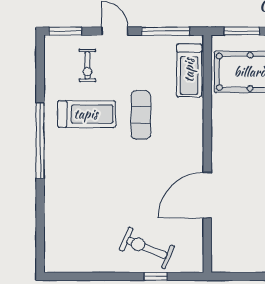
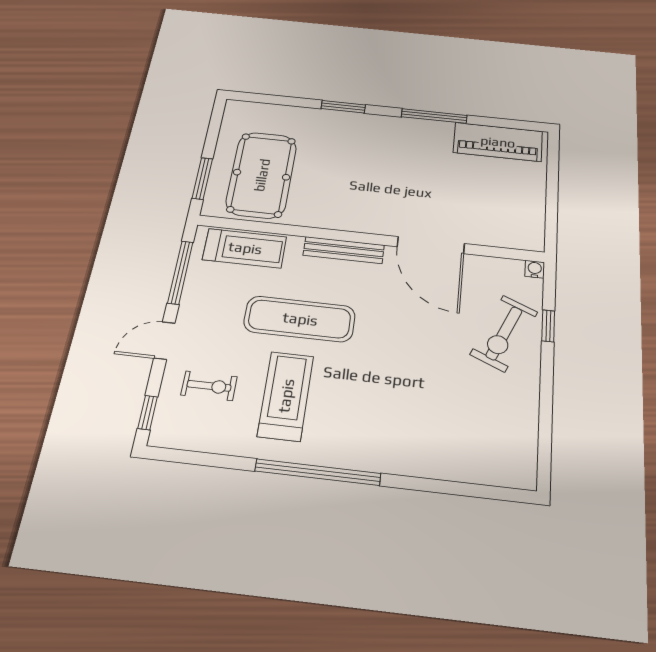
window: (65, 31) -> (148, 413), width x0.67
exercise mat: (141, 115) -> (300, 319), width x1.36, depth x1.45
bench: (196, 137) -> (344, 250), added
water cooler: (197, 266) -> (535, 269), added

